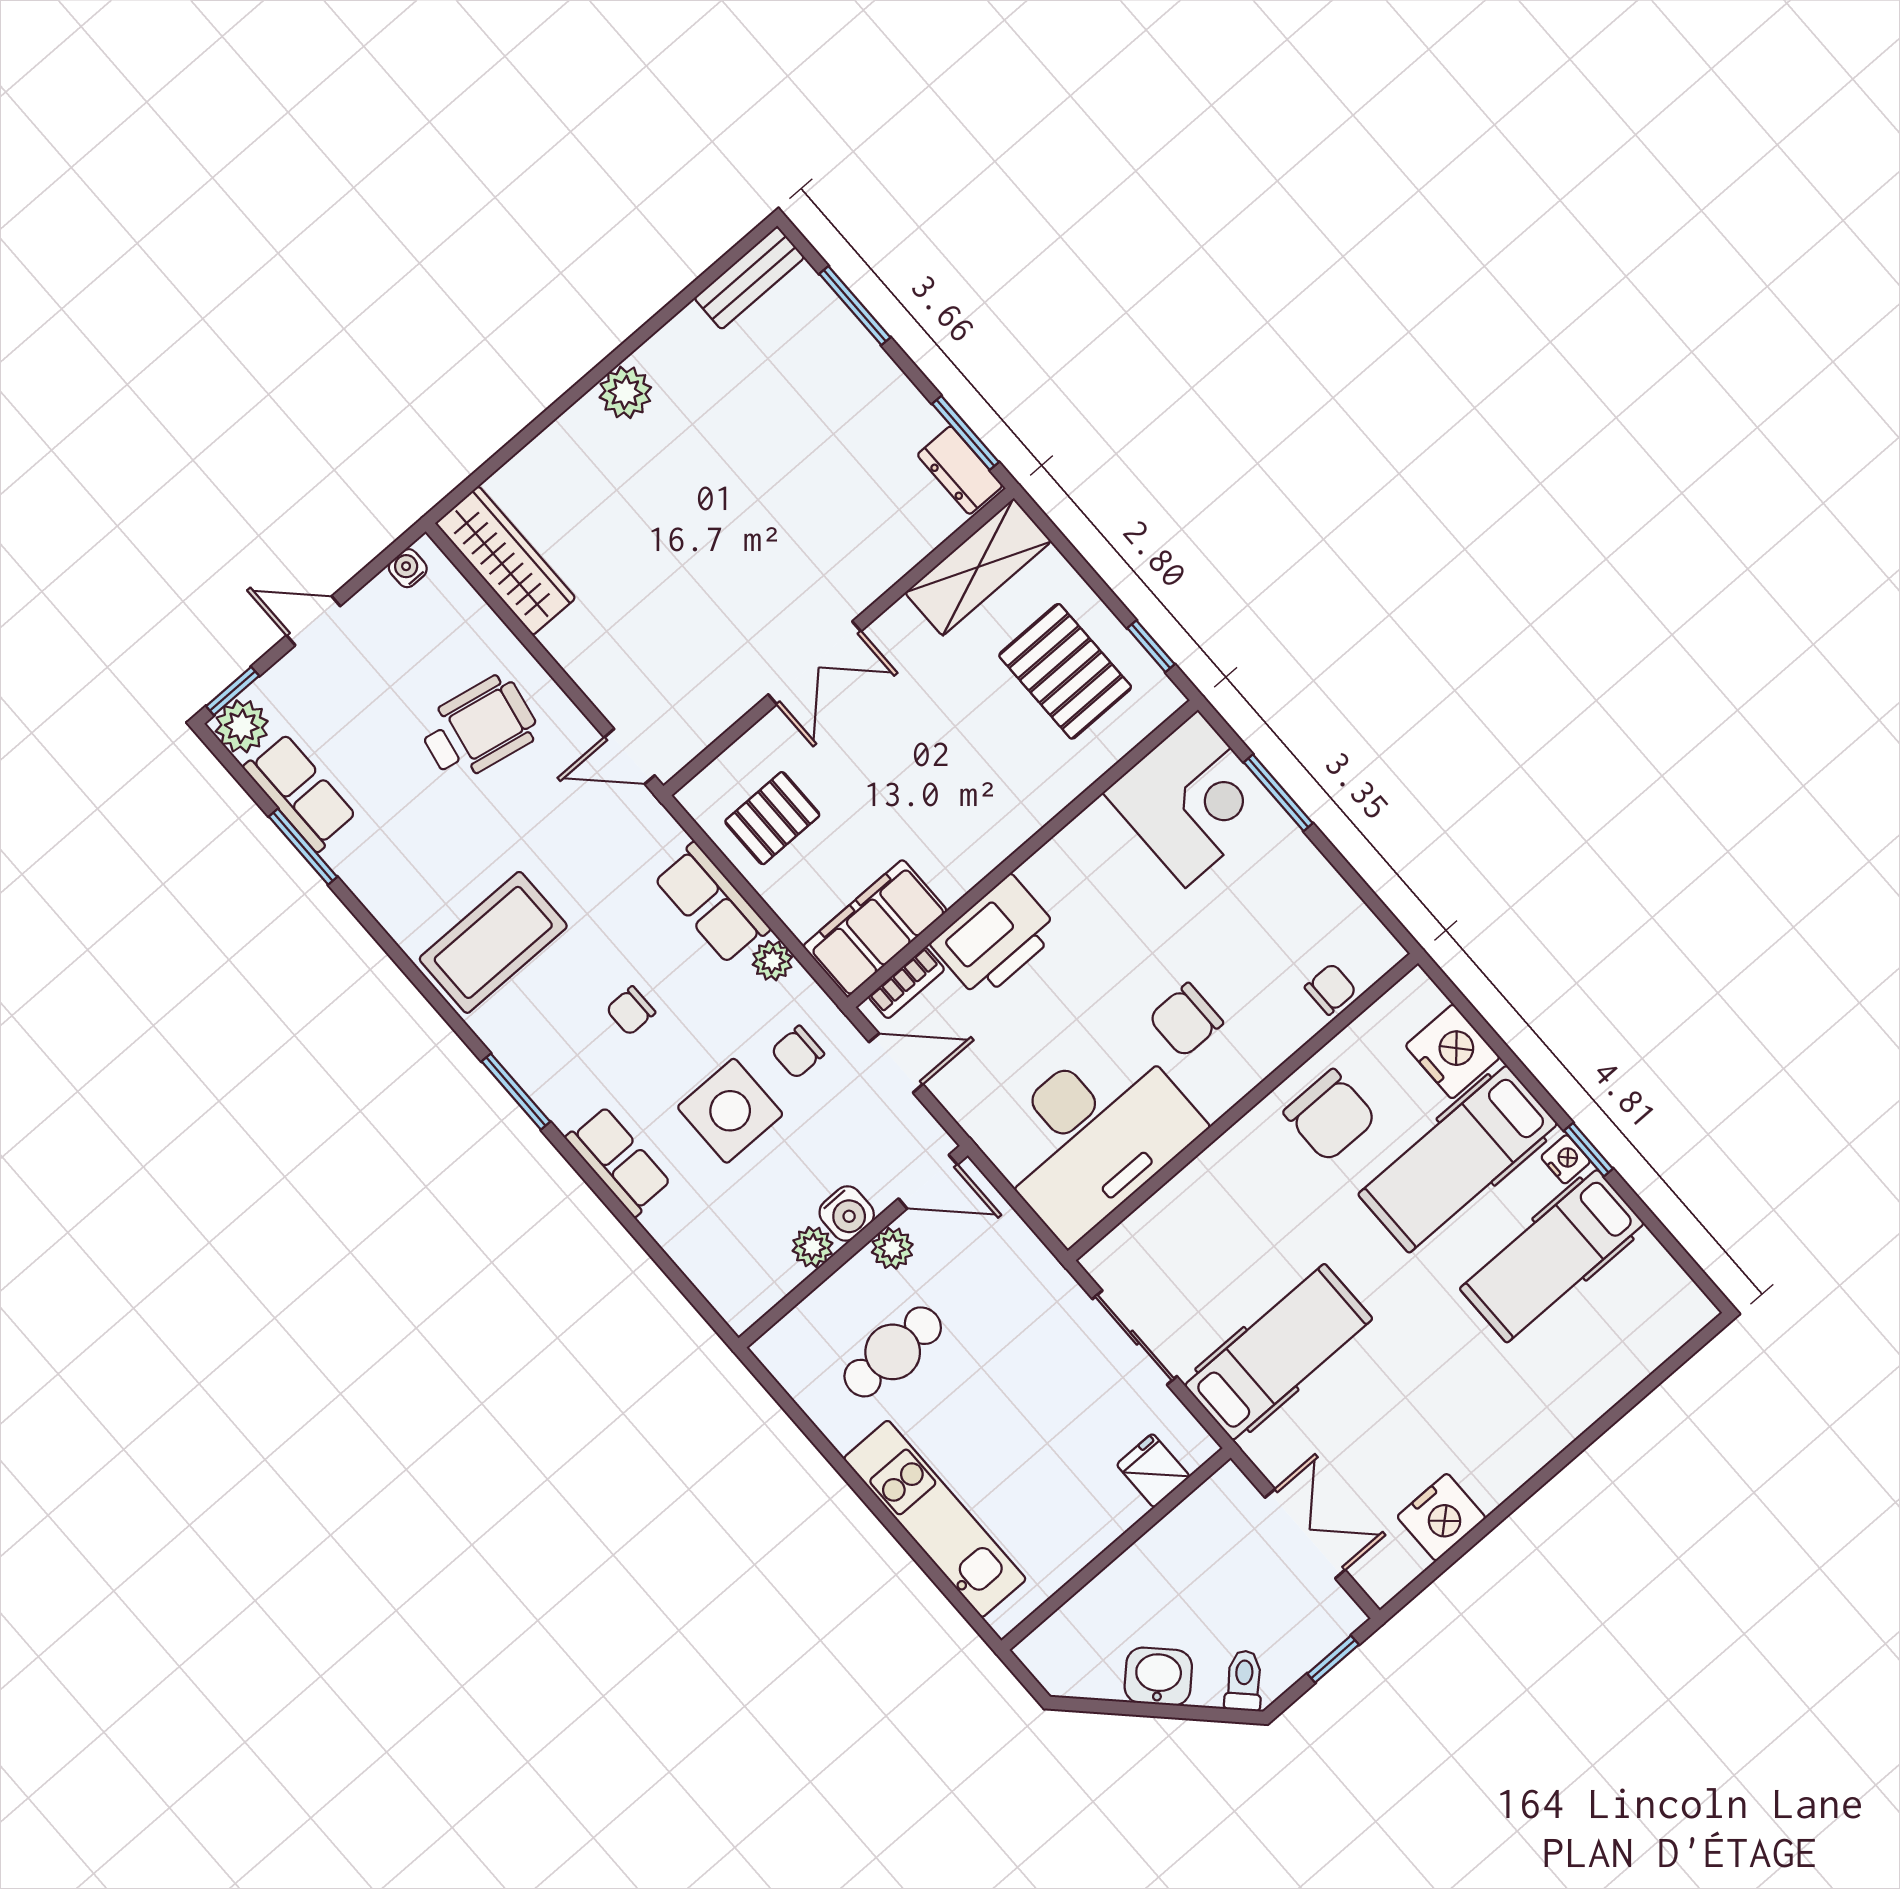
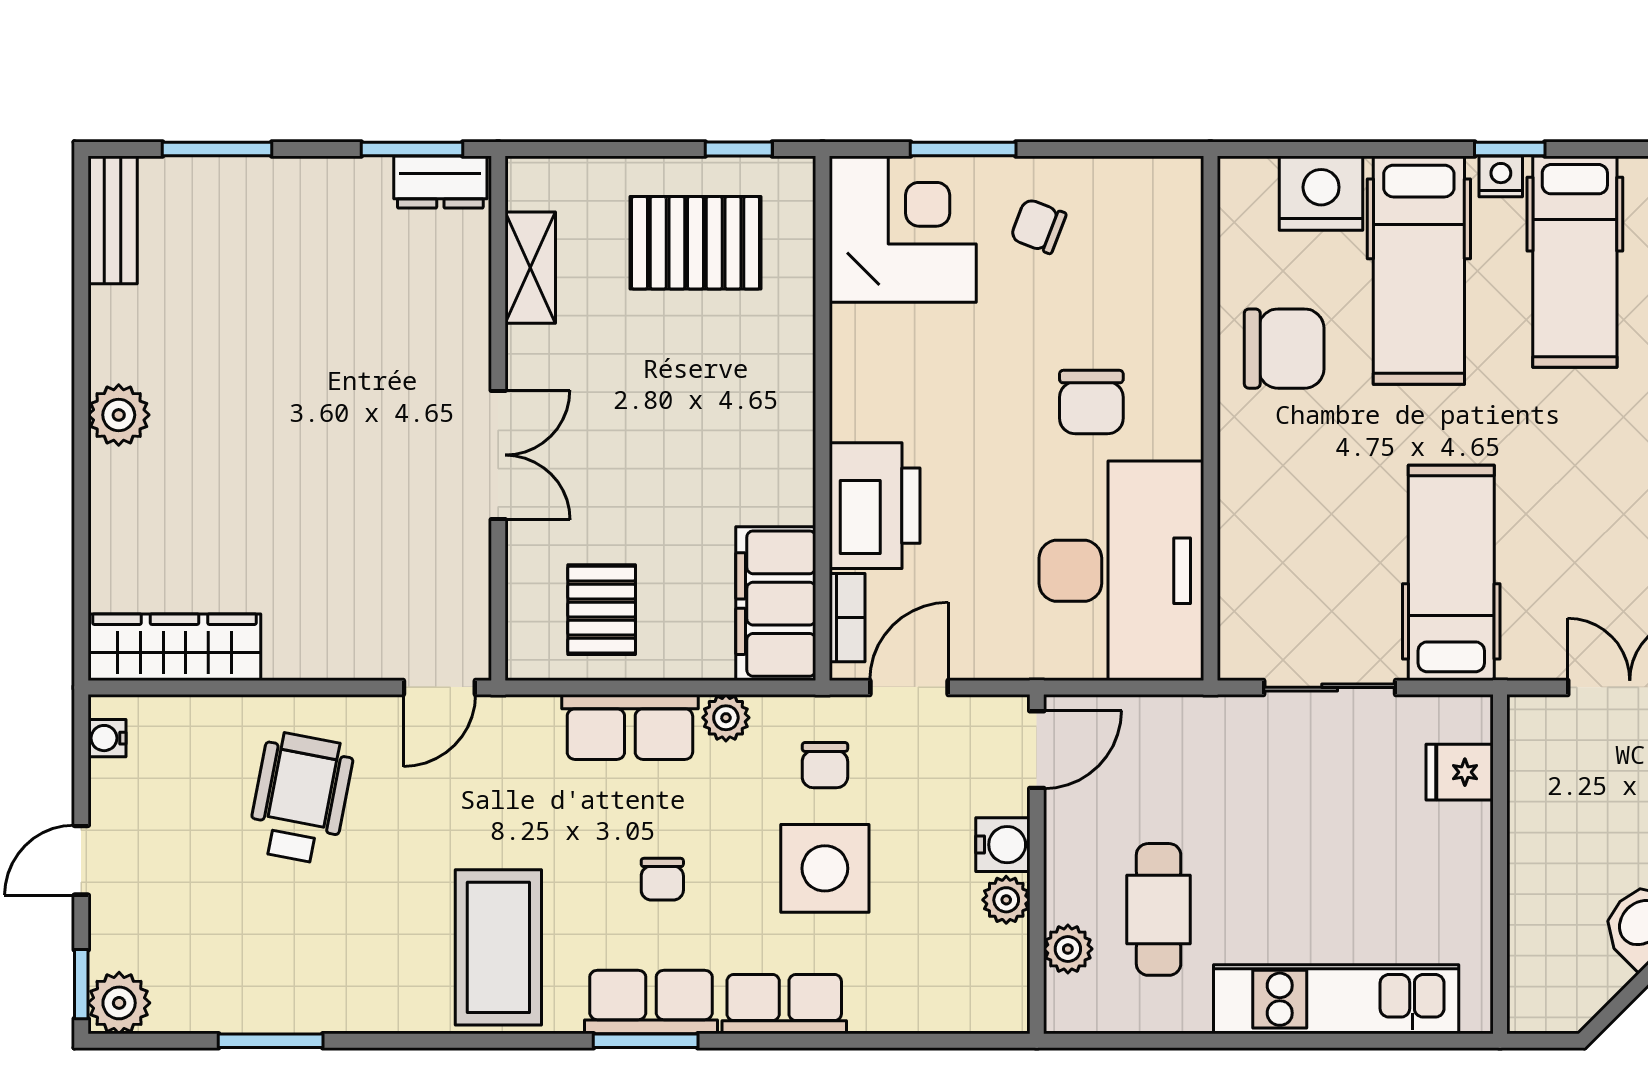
shelving: (978, 567) -> (530, 268), width x0.67, depth x0.75
row of seats: (300, 792) -> (651, 1002), moved
chair: (1331, 989) -> (1038, 226), moved, turned -69
plant: (892, 1248) -> (1068, 949), moved

